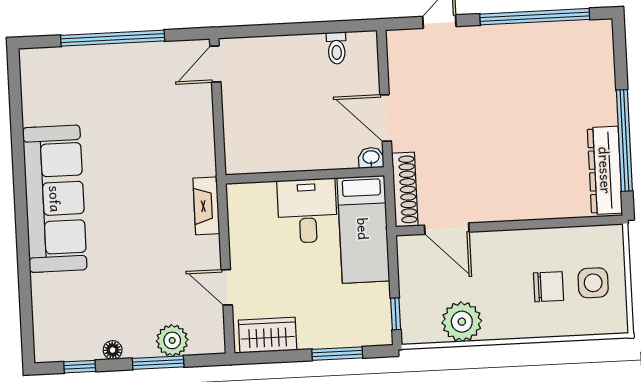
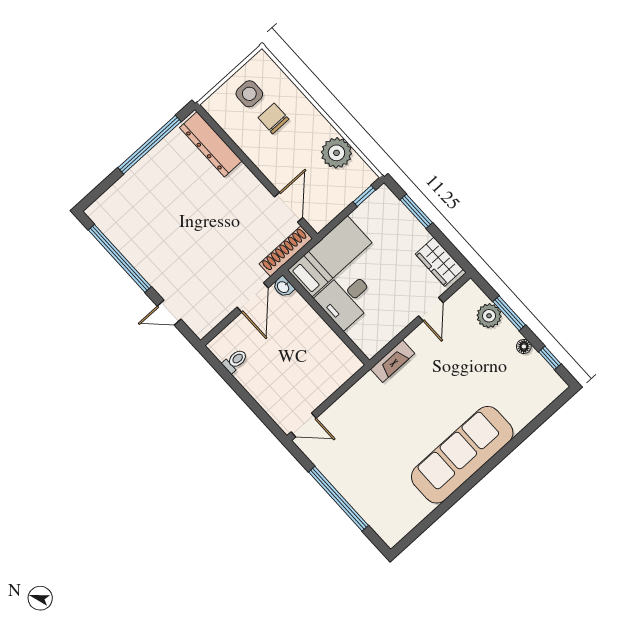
dresser: (605, 170) -> (211, 144), moved, turned 90

